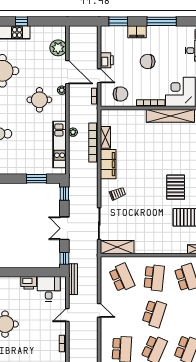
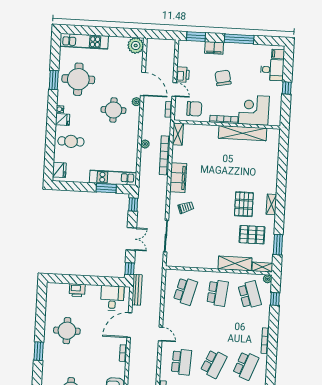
window: (21, 21) -> (100, 31), removed
plant: (58, 48) -> (136, 45), moved
chair: (148, 61) -> (223, 78), turned 78
shelving: (105, 137) -> (178, 134), moved
kitchen unit: (60, 144) -> (113, 178), moved, turned 90
double door: (64, 228) -> (131, 239), swing flipped
shelving: (117, 247) -> (235, 263), moved
school desk: (122, 278) -> (185, 291), turned 39
printer: (29, 283) -> (77, 290), moved
door: (99, 310) -> (160, 334), moved
school desk: (154, 313) -> (216, 328), removed
door: (67, 315) -> (129, 325), width x1.88

